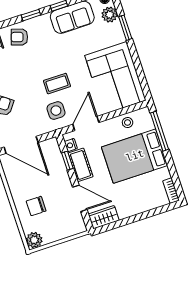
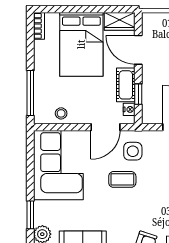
bed: (135, 156) -> (81, 44), moved, turned 90

